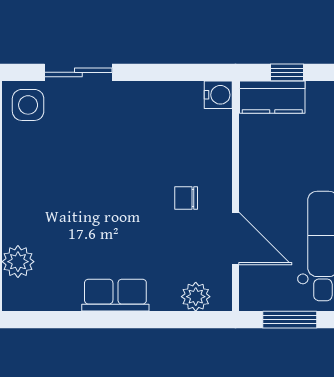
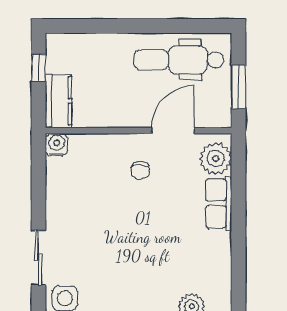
window: (287, 72) -> (39, 68), moved
row of seats: (115, 295) -> (219, 203), moved
plant: (196, 297) -> (216, 159), width x1.36, depth x1.36

